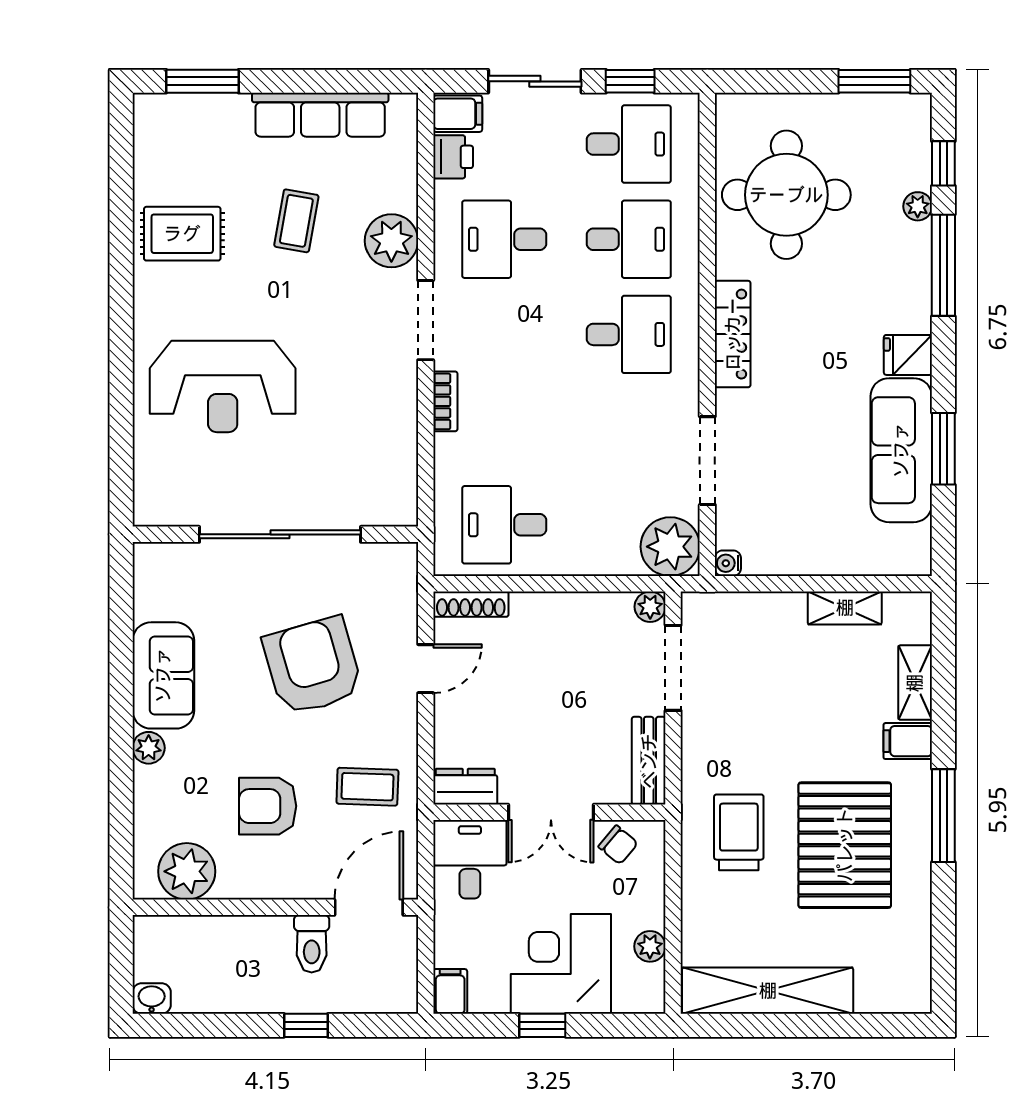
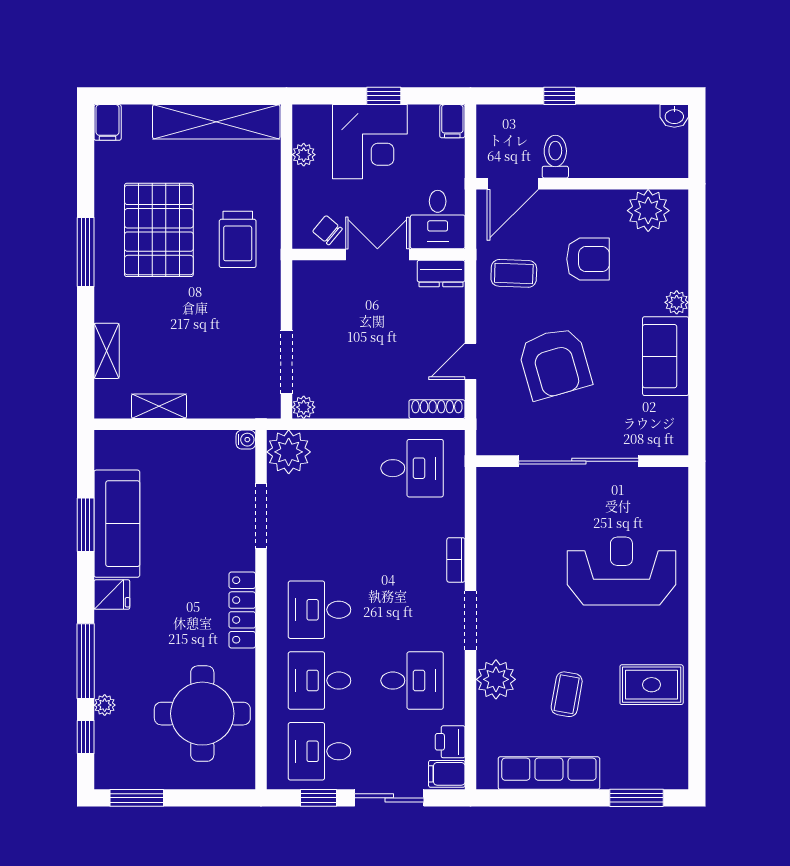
filing cabinet: (908, 741) -> (108, 122), moved, turned 90
bench: (649, 761) -> (305, 293), removed

